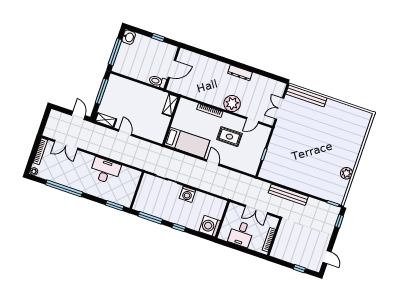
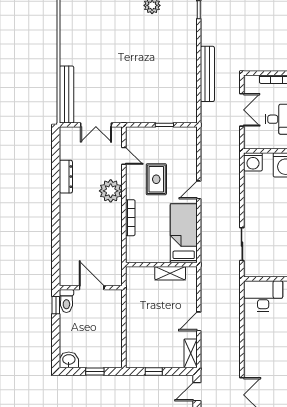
window: (158, 37) -> (56, 305), moved
window: (115, 52) -> (95, 372), width x0.46
dresser: (240, 73) -> (66, 177), moved
toilet: (158, 81) -> (66, 301), moved
window: (102, 91) -> (154, 372), width x0.46
shelving: (170, 105) -> (170, 273), moved
desk: (105, 171) -> (263, 296), moved, turned 90
washing machine: (187, 194) -> (253, 162), moved, turned 90

